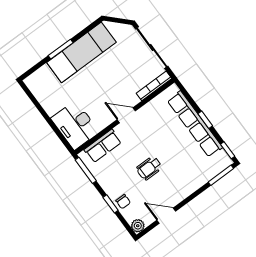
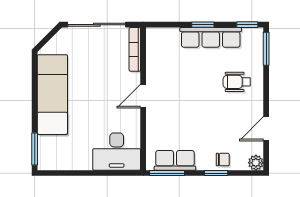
window: (61, 49) -> (35, 149), moved
row of seats: (195, 124) -> (211, 37), width x0.73
row of seats: (103, 146) -> (175, 160), moved, turned -90
wheelchair: (149, 168) -> (237, 82), moved, turned 90

